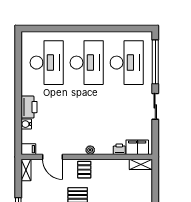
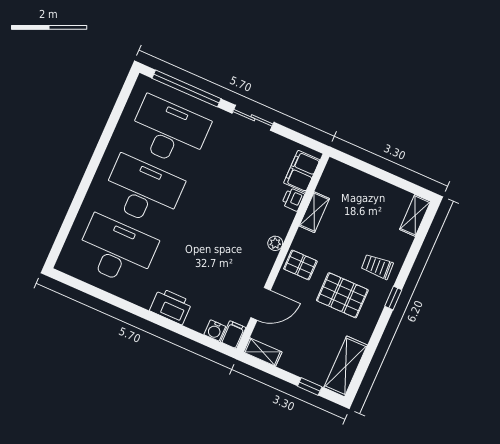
water cooler: (26, 124) -> (215, 330), moved
shelving: (141, 164) -> (314, 212), moved

